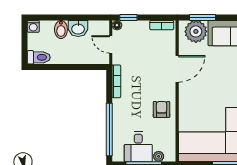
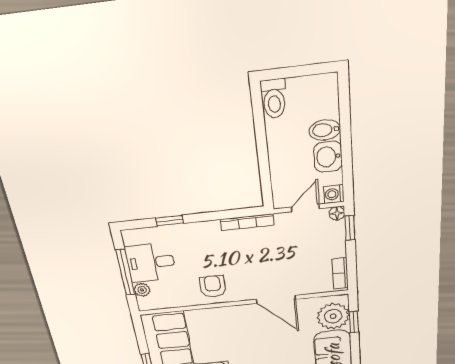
window: (202, 18) -> (354, 322), width x0.67
washing machine: (33, 26) -> (334, 194), moved
armchair: (162, 109) -> (213, 286), turned -90
window: (109, 130) -> (169, 221), width x0.32

